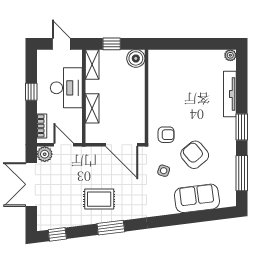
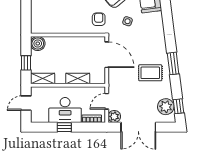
desk: (66, 88) -> (65, 110), moved, turned 180
door: (122, 145) -> (107, 55), hinge flipped
rug: (99, 199) -> (150, 73), turned 90
plant: (57, 218) -> (166, 107), added

